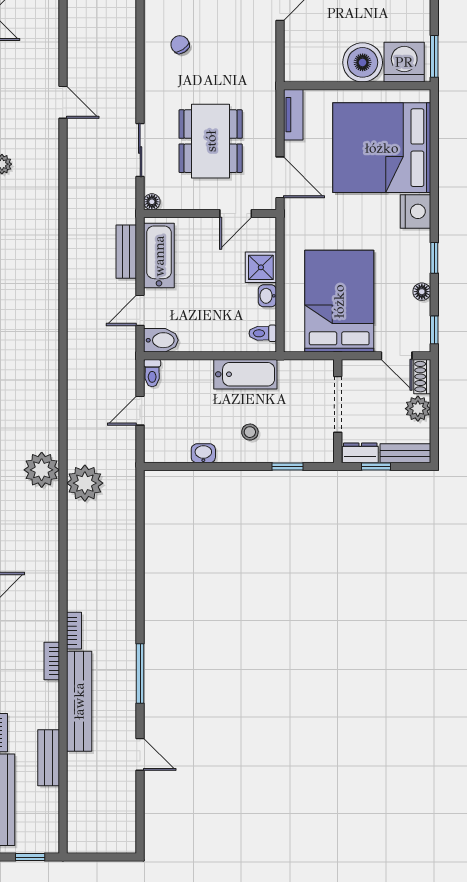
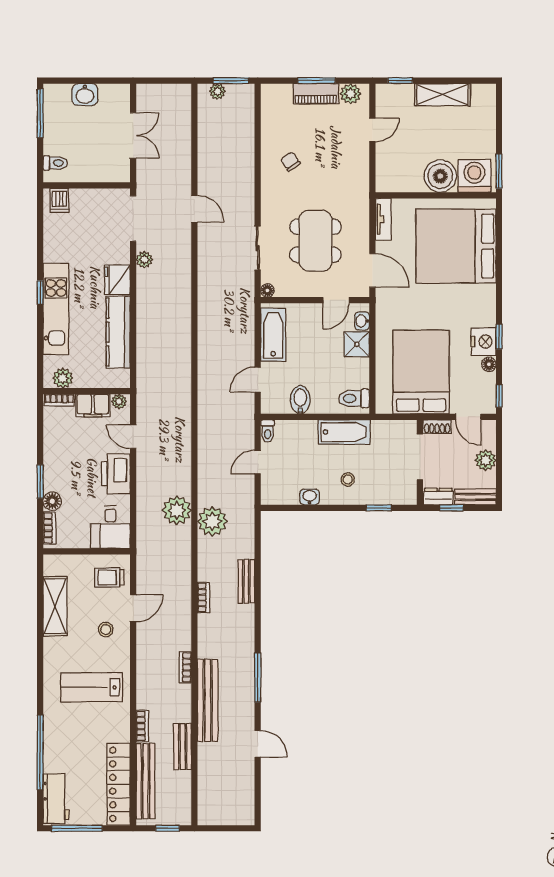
nightstand: (415, 211) -> (484, 342), moved
bench: (126, 252) -> (246, 581), moved
washbasin: (267, 296) -> (362, 321), moved
toilet: (263, 333) -> (354, 398), width x1.37, depth x1.39
bidet: (161, 340) -> (300, 400), moved, turned -90
shoe rack: (422, 377) -> (437, 427), moved, turned -90
bookcase: (74, 631) -> (203, 598), moved

